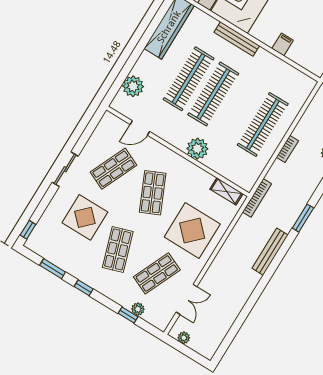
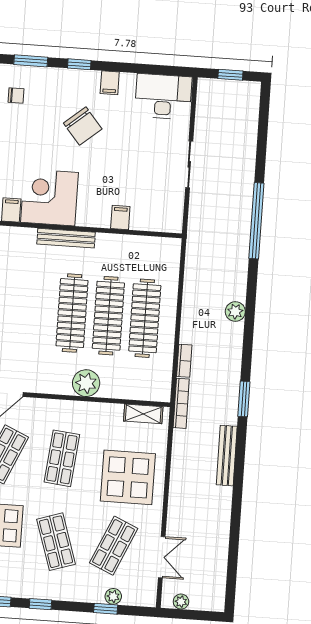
clothes rail: (189, 79) -> (108, 316), moved
bookcase: (287, 149) -> (184, 361), moved
shop shelf: (153, 193) -> (62, 458), turned 30

